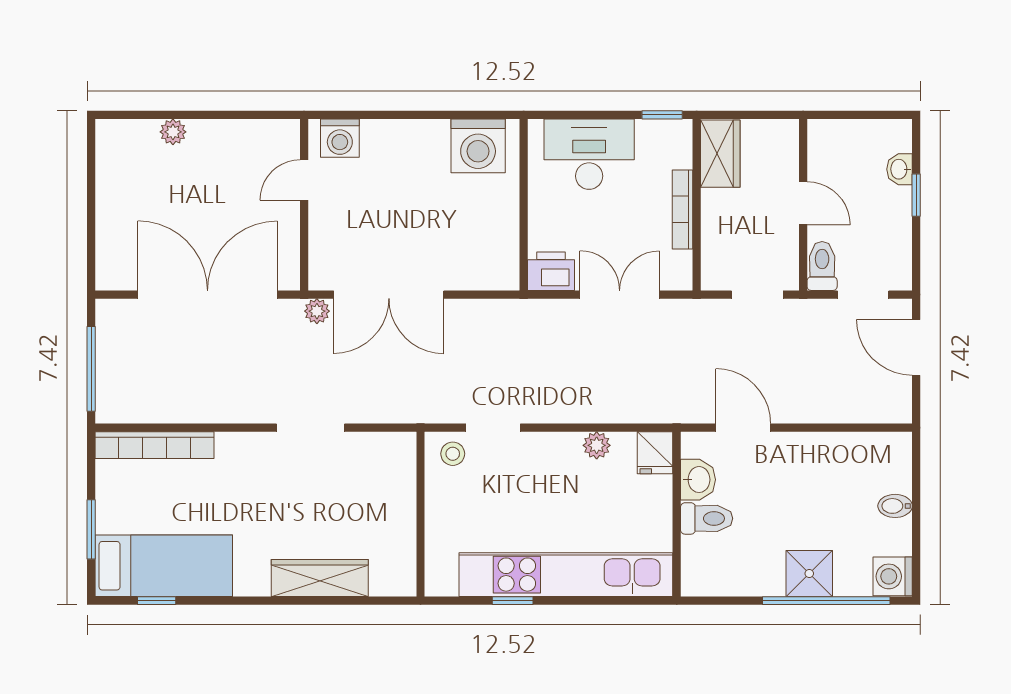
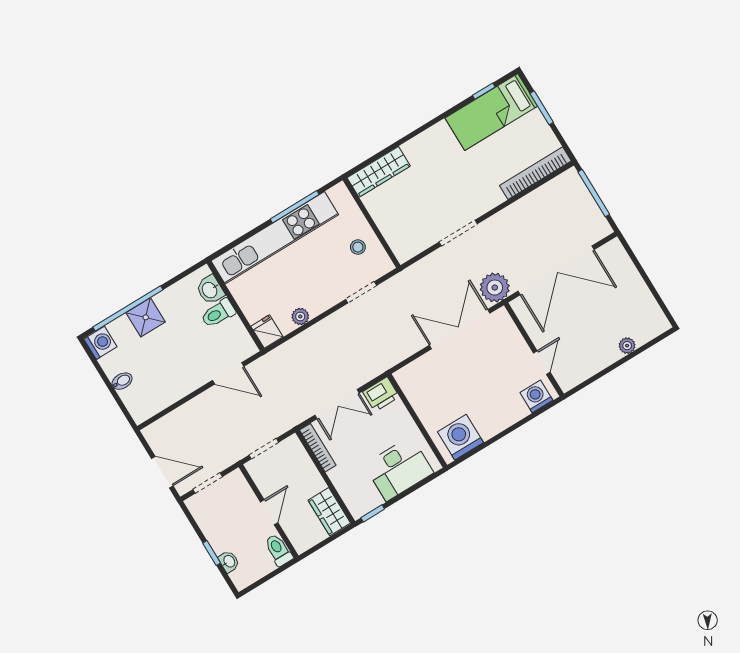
door: (803, 203) -> (269, 512), swing flipped
bookcase: (682, 209) -> (318, 448), moved
toilet: (822, 266) -> (278, 550), moved, turned 180
plant: (317, 311) -> (495, 288), width x1.88, depth x1.88
stool: (453, 454) -> (358, 247), moved
washbasin: (698, 480) -> (210, 290), moved
wardrobe: (320, 578) -> (379, 172), moved
window: (513, 601) -> (295, 207), width x2.17

